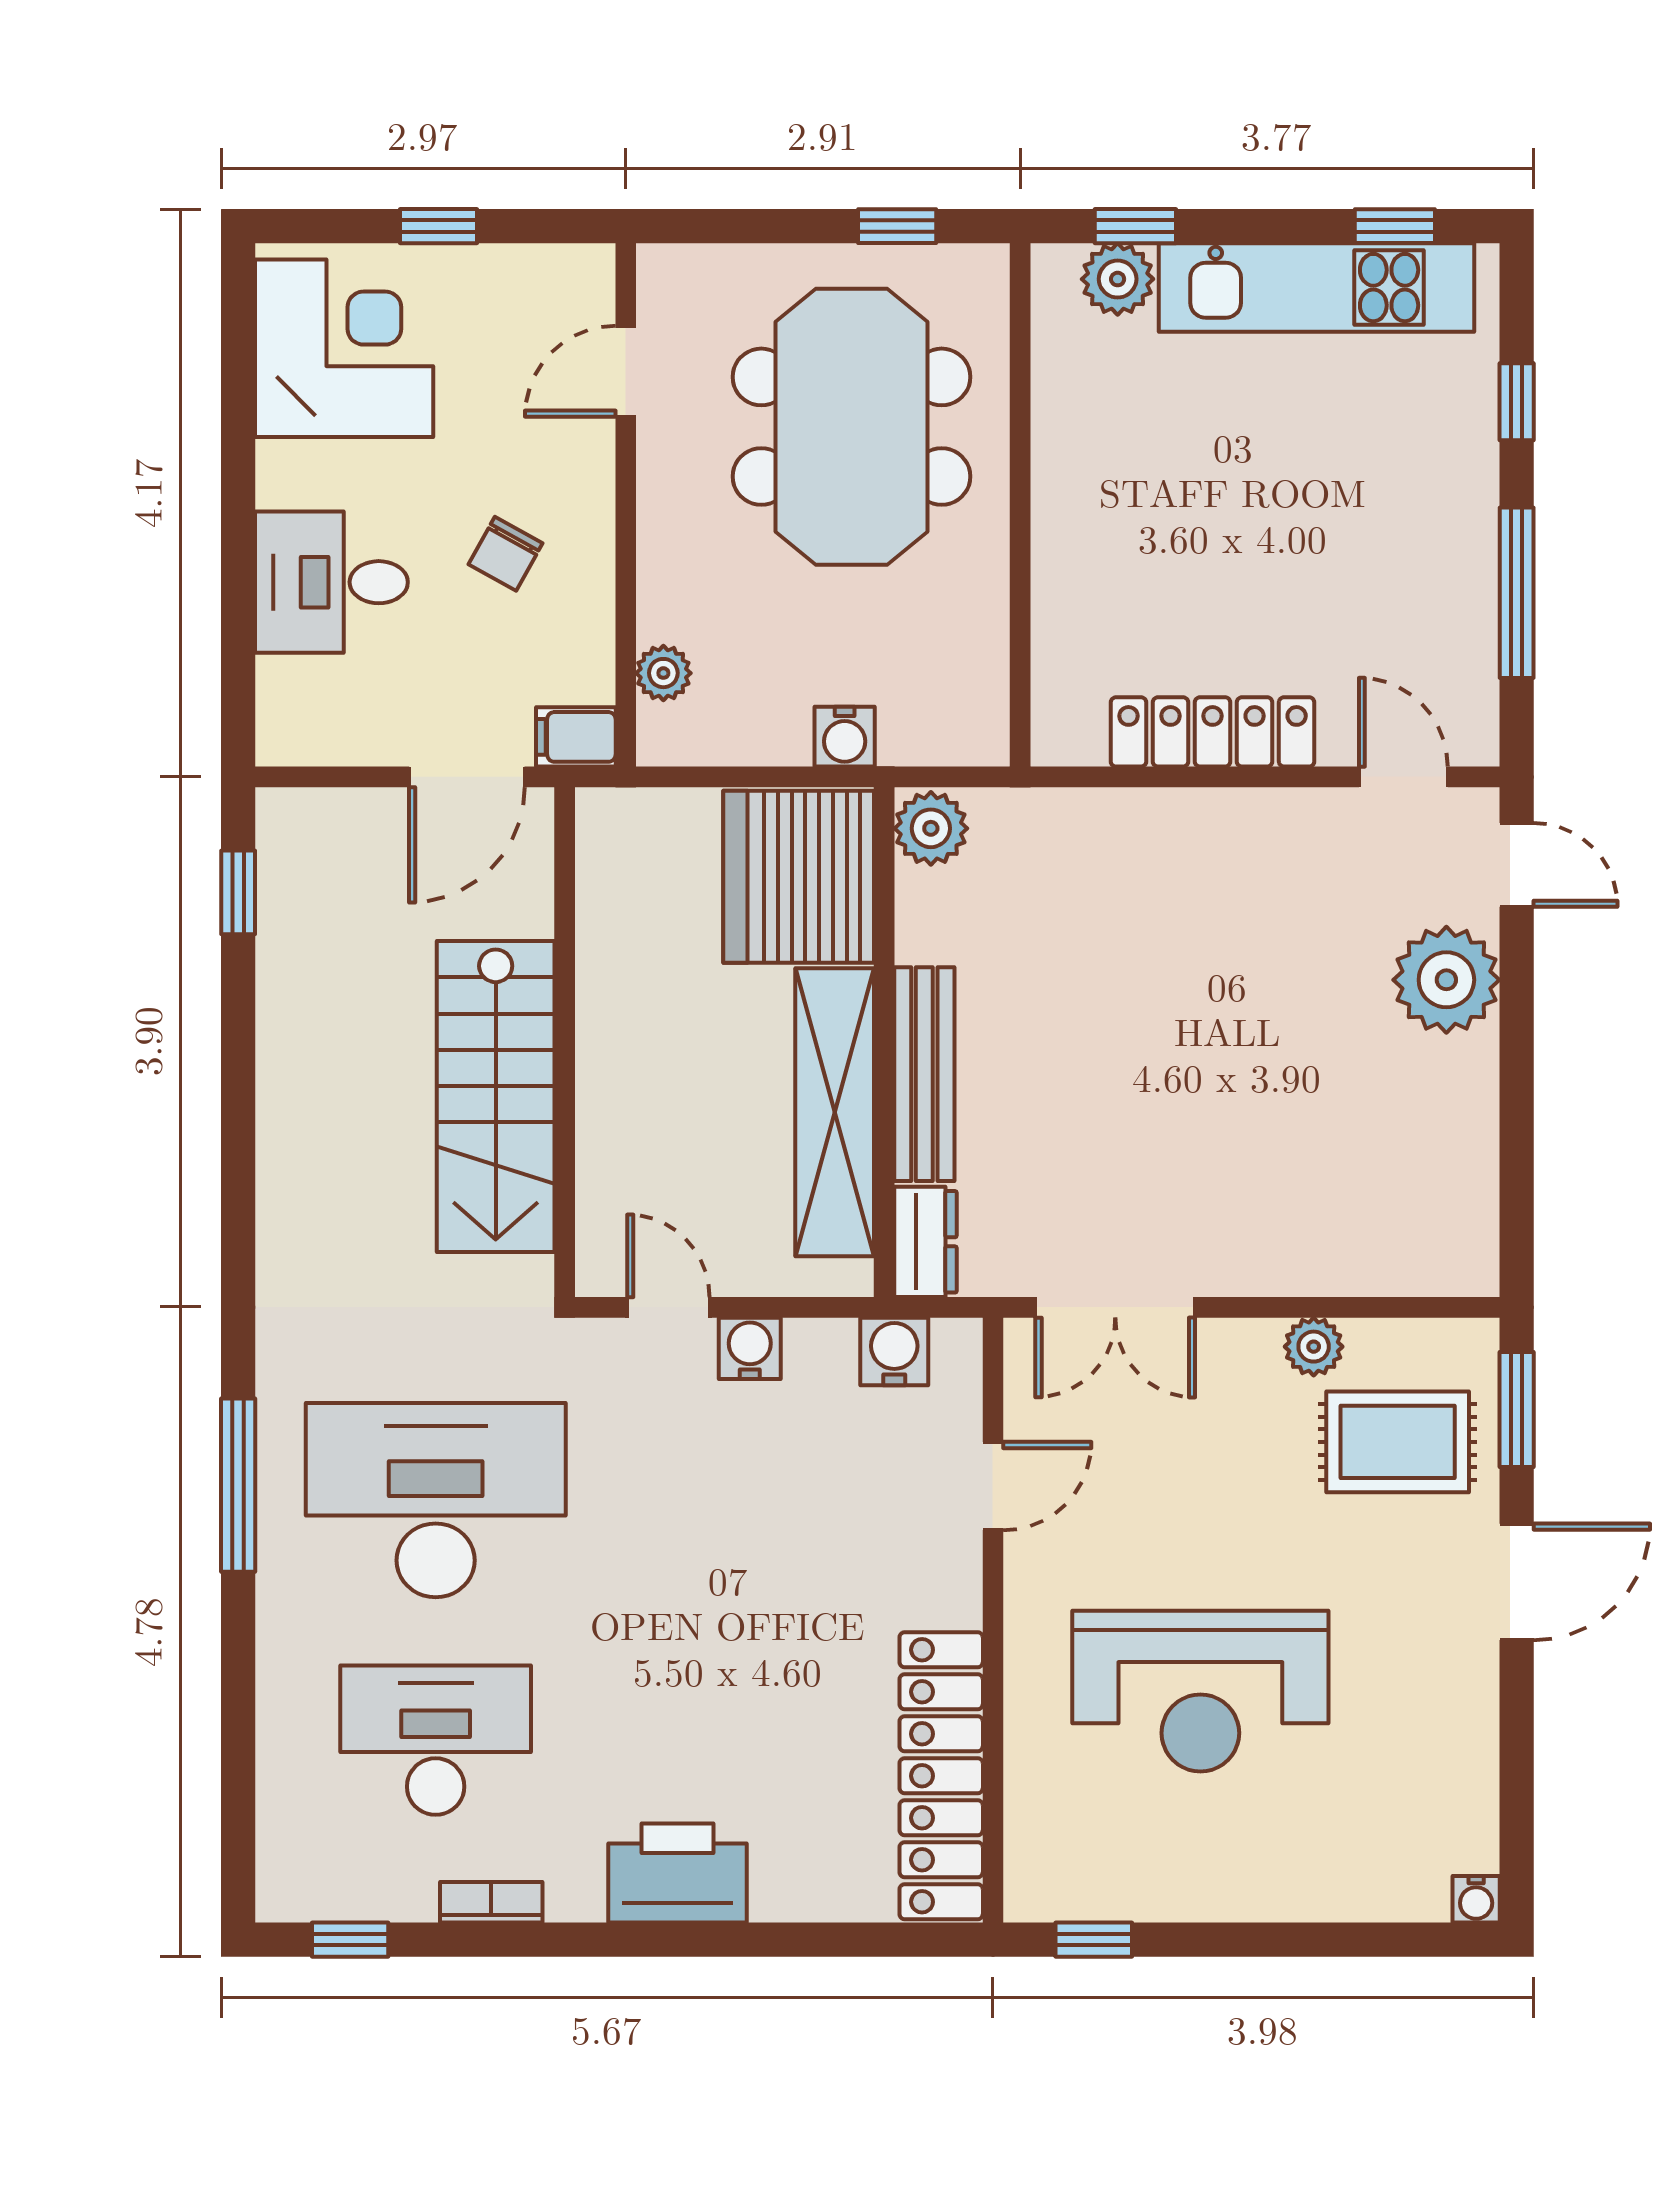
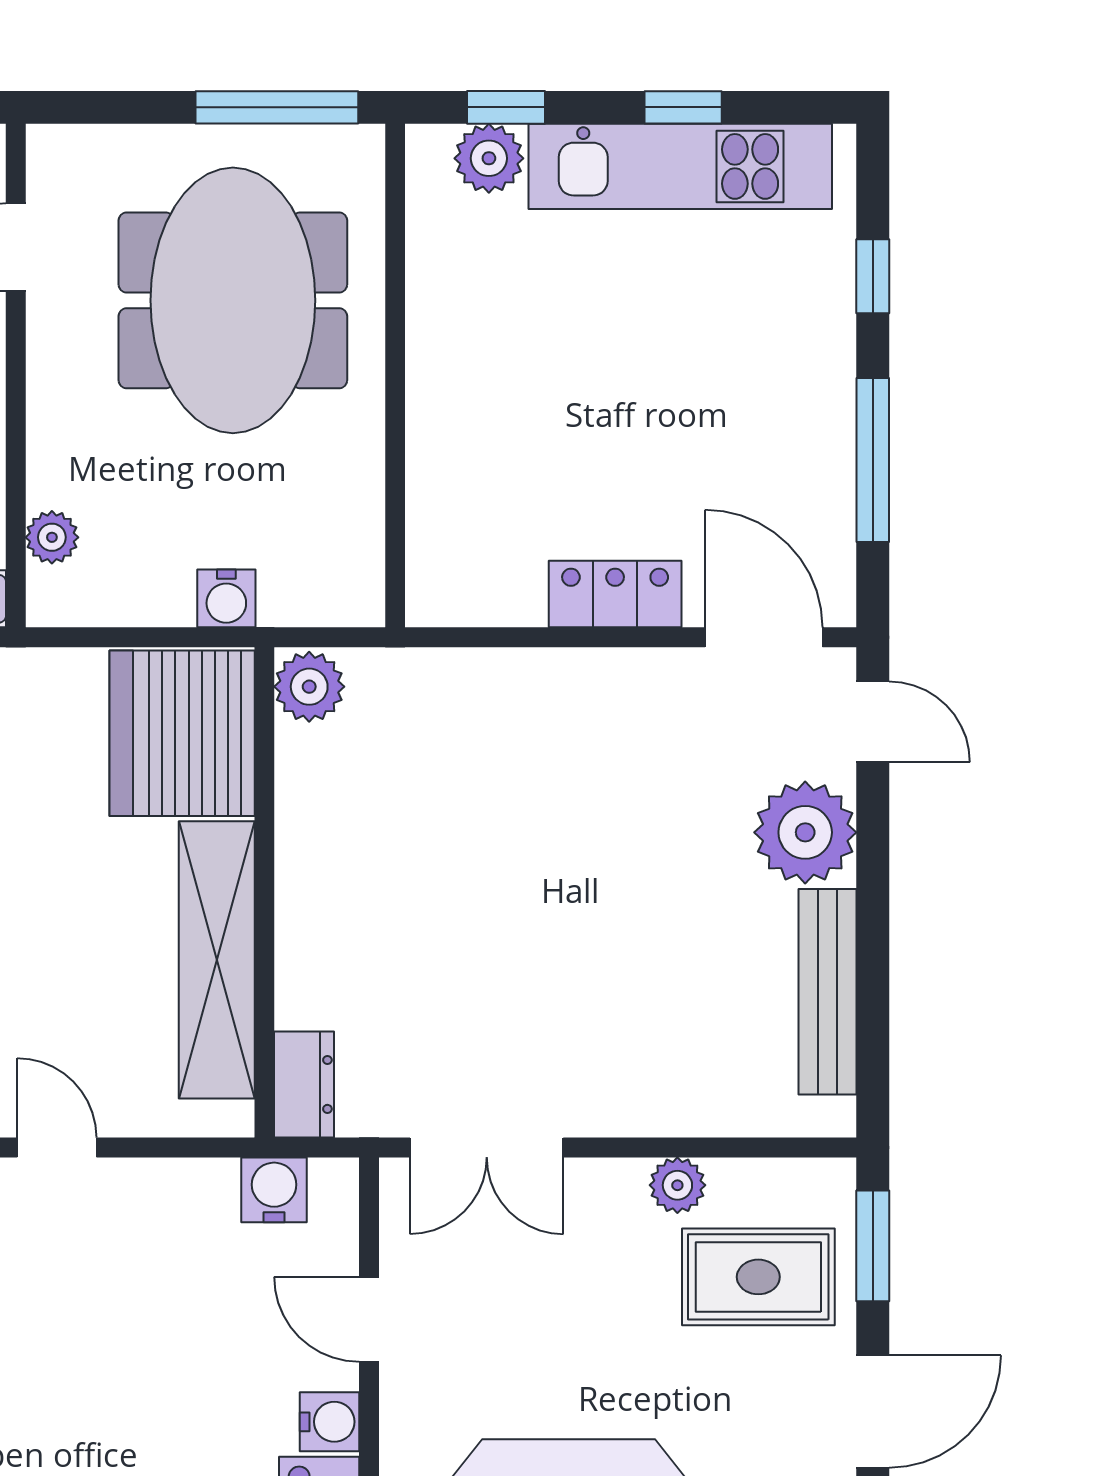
window: (897, 226) -> (277, 107), width x2.17
window: (1395, 226) -> (683, 107), moved
locker: (1213, 732) -> (615, 594), width x0.66
door: (1403, 777) -> (764, 637), width x1.38
bench: (924, 1074) -> (827, 992), moved
water cooler: (750, 1348) -> (330, 1422), moved, turned 90
door: (993, 1486) -> (369, 1319), swing flipped

